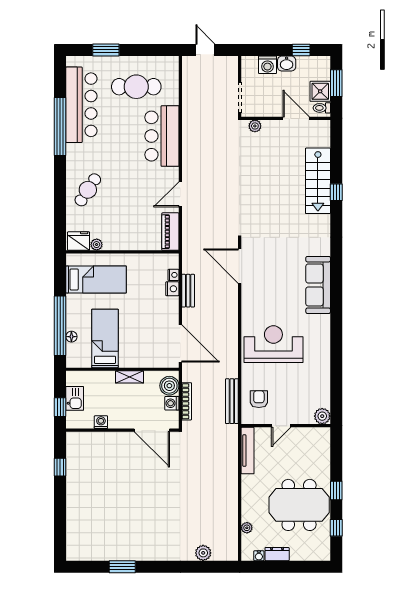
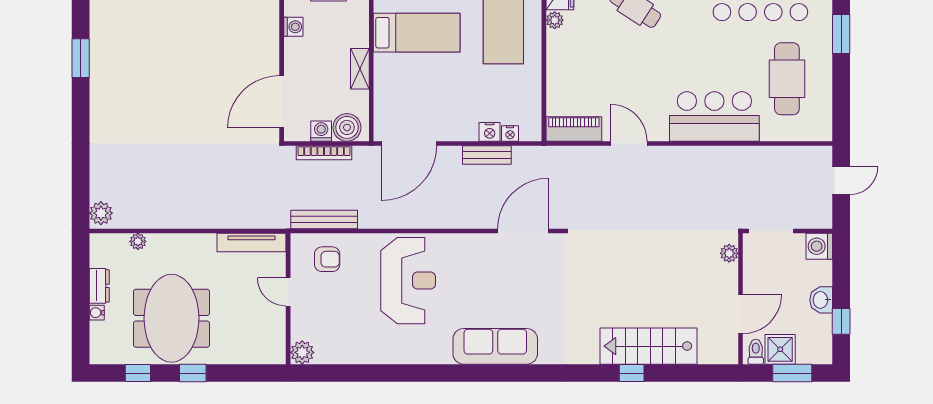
washing machine: (267, 65) -> (819, 246), moved
plant: (203, 553) -> (101, 213), moved
water cooler: (259, 556) -> (97, 313), moved

